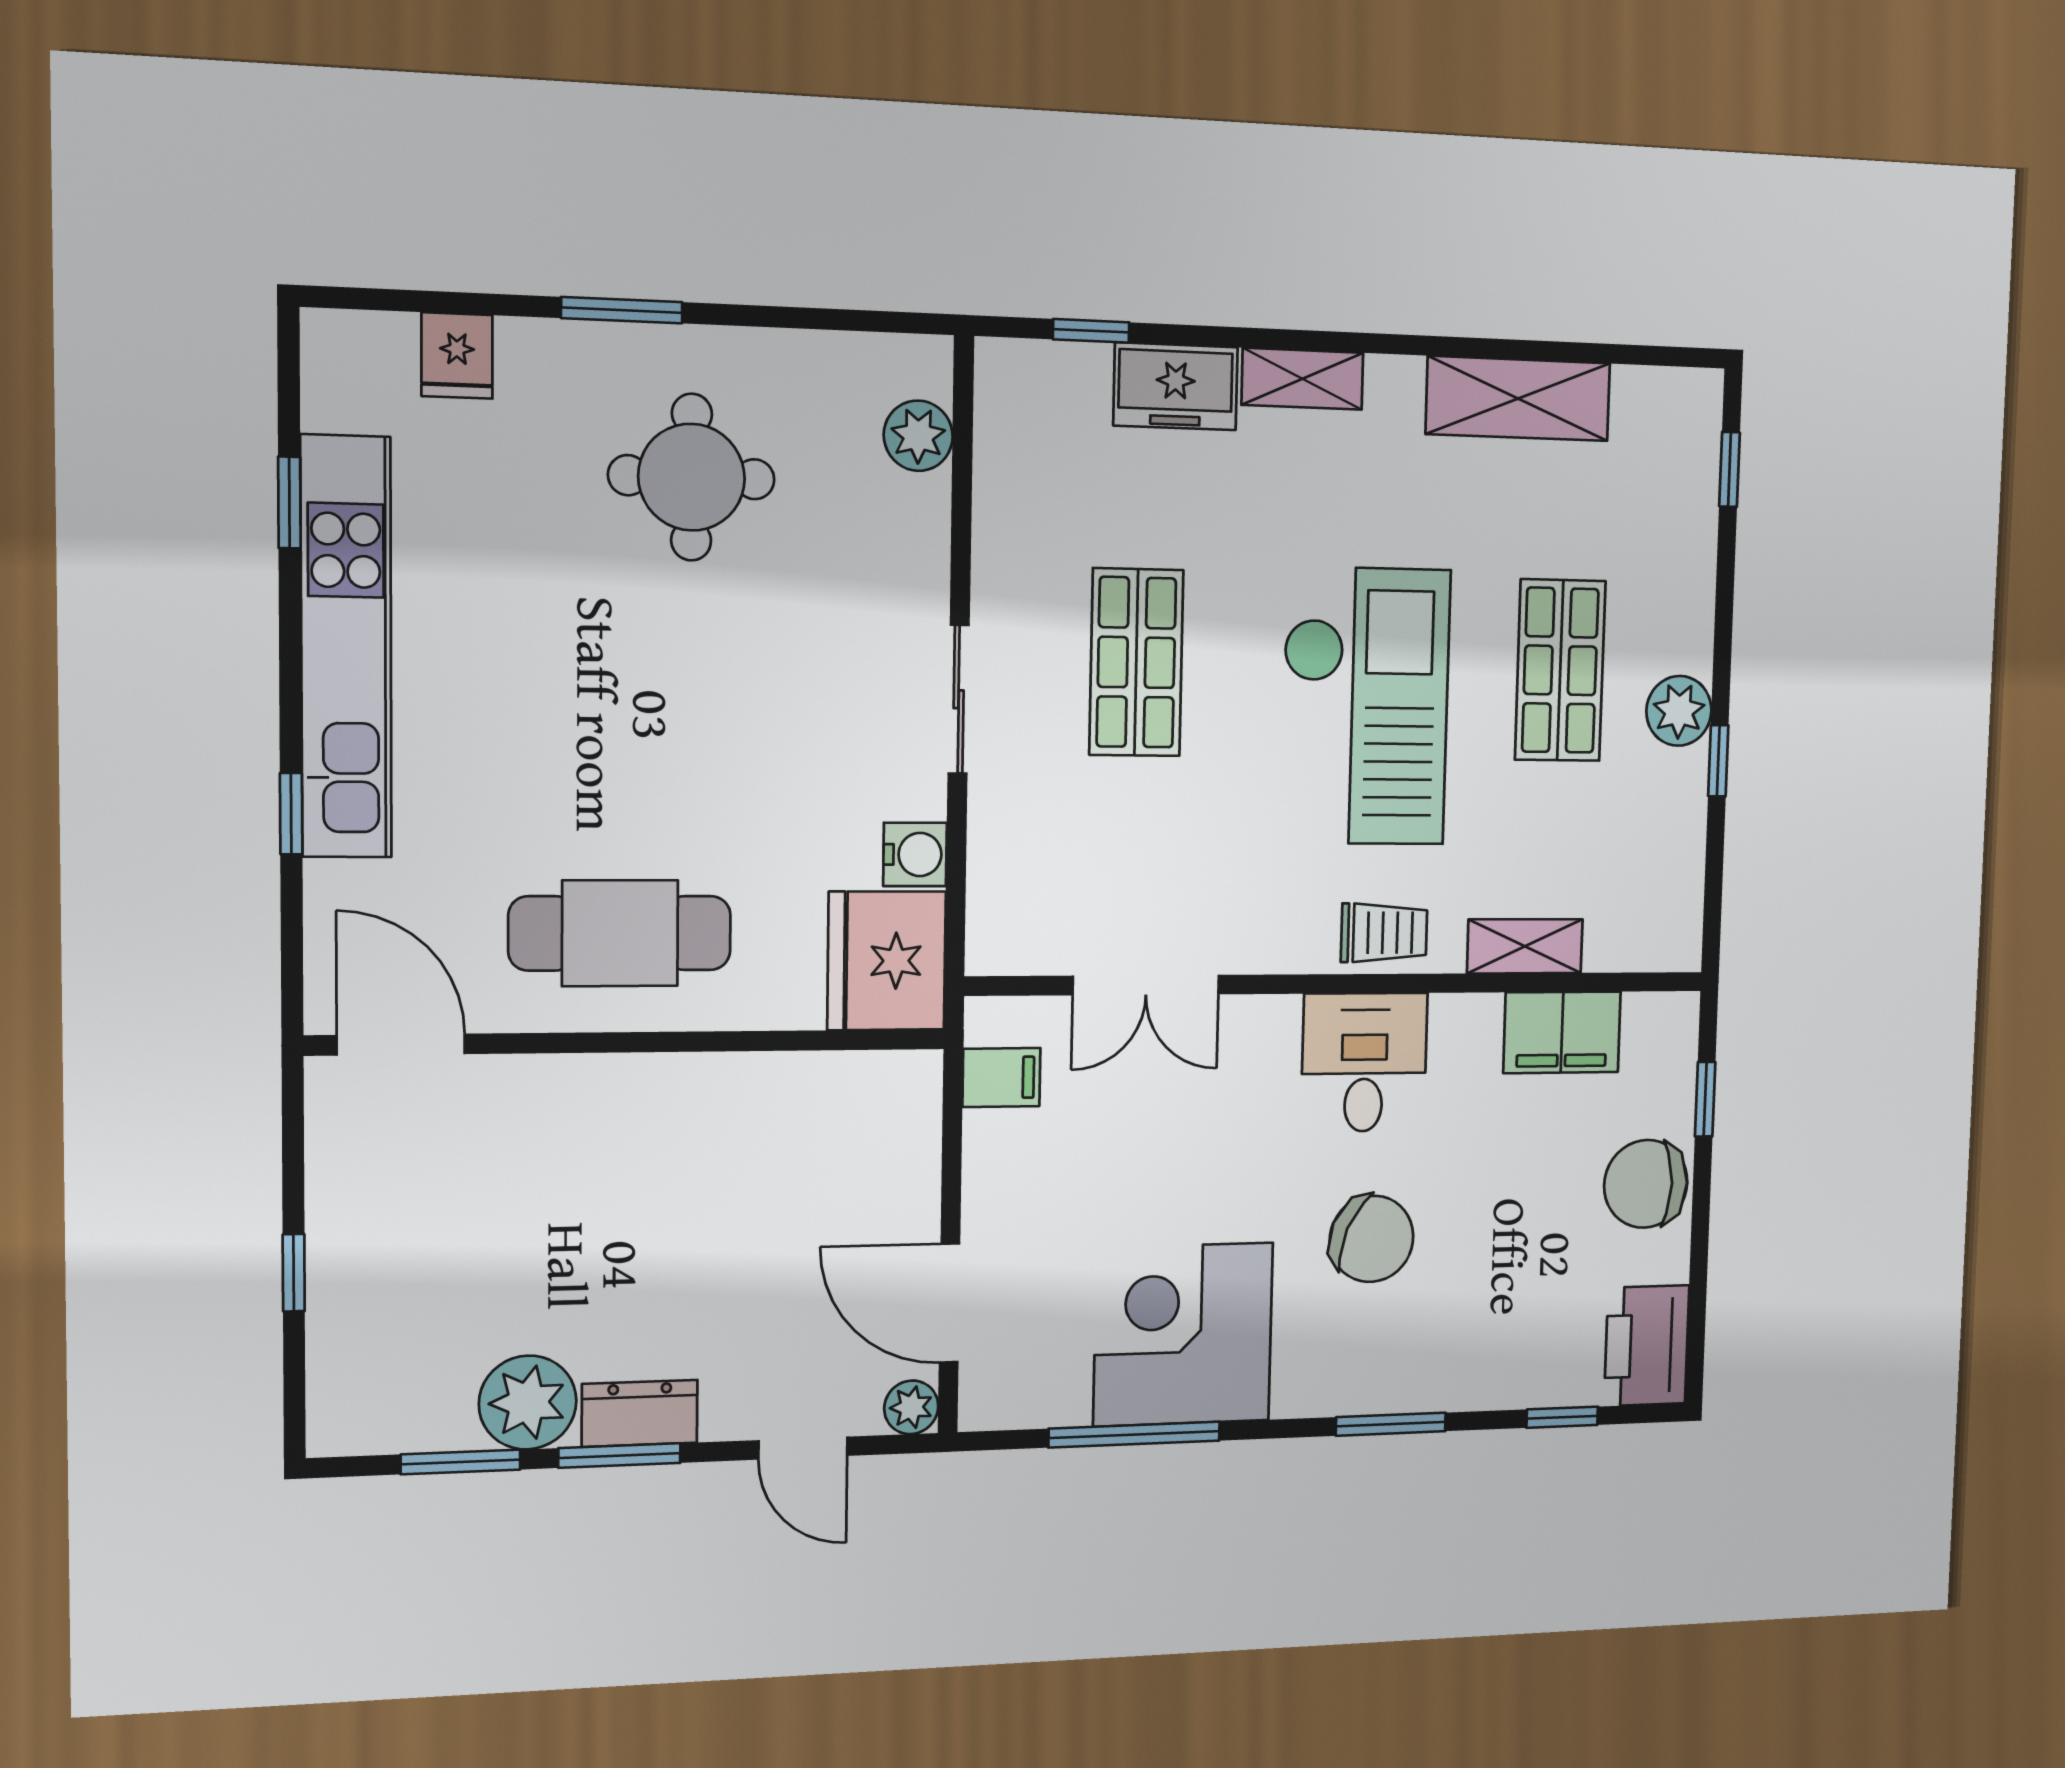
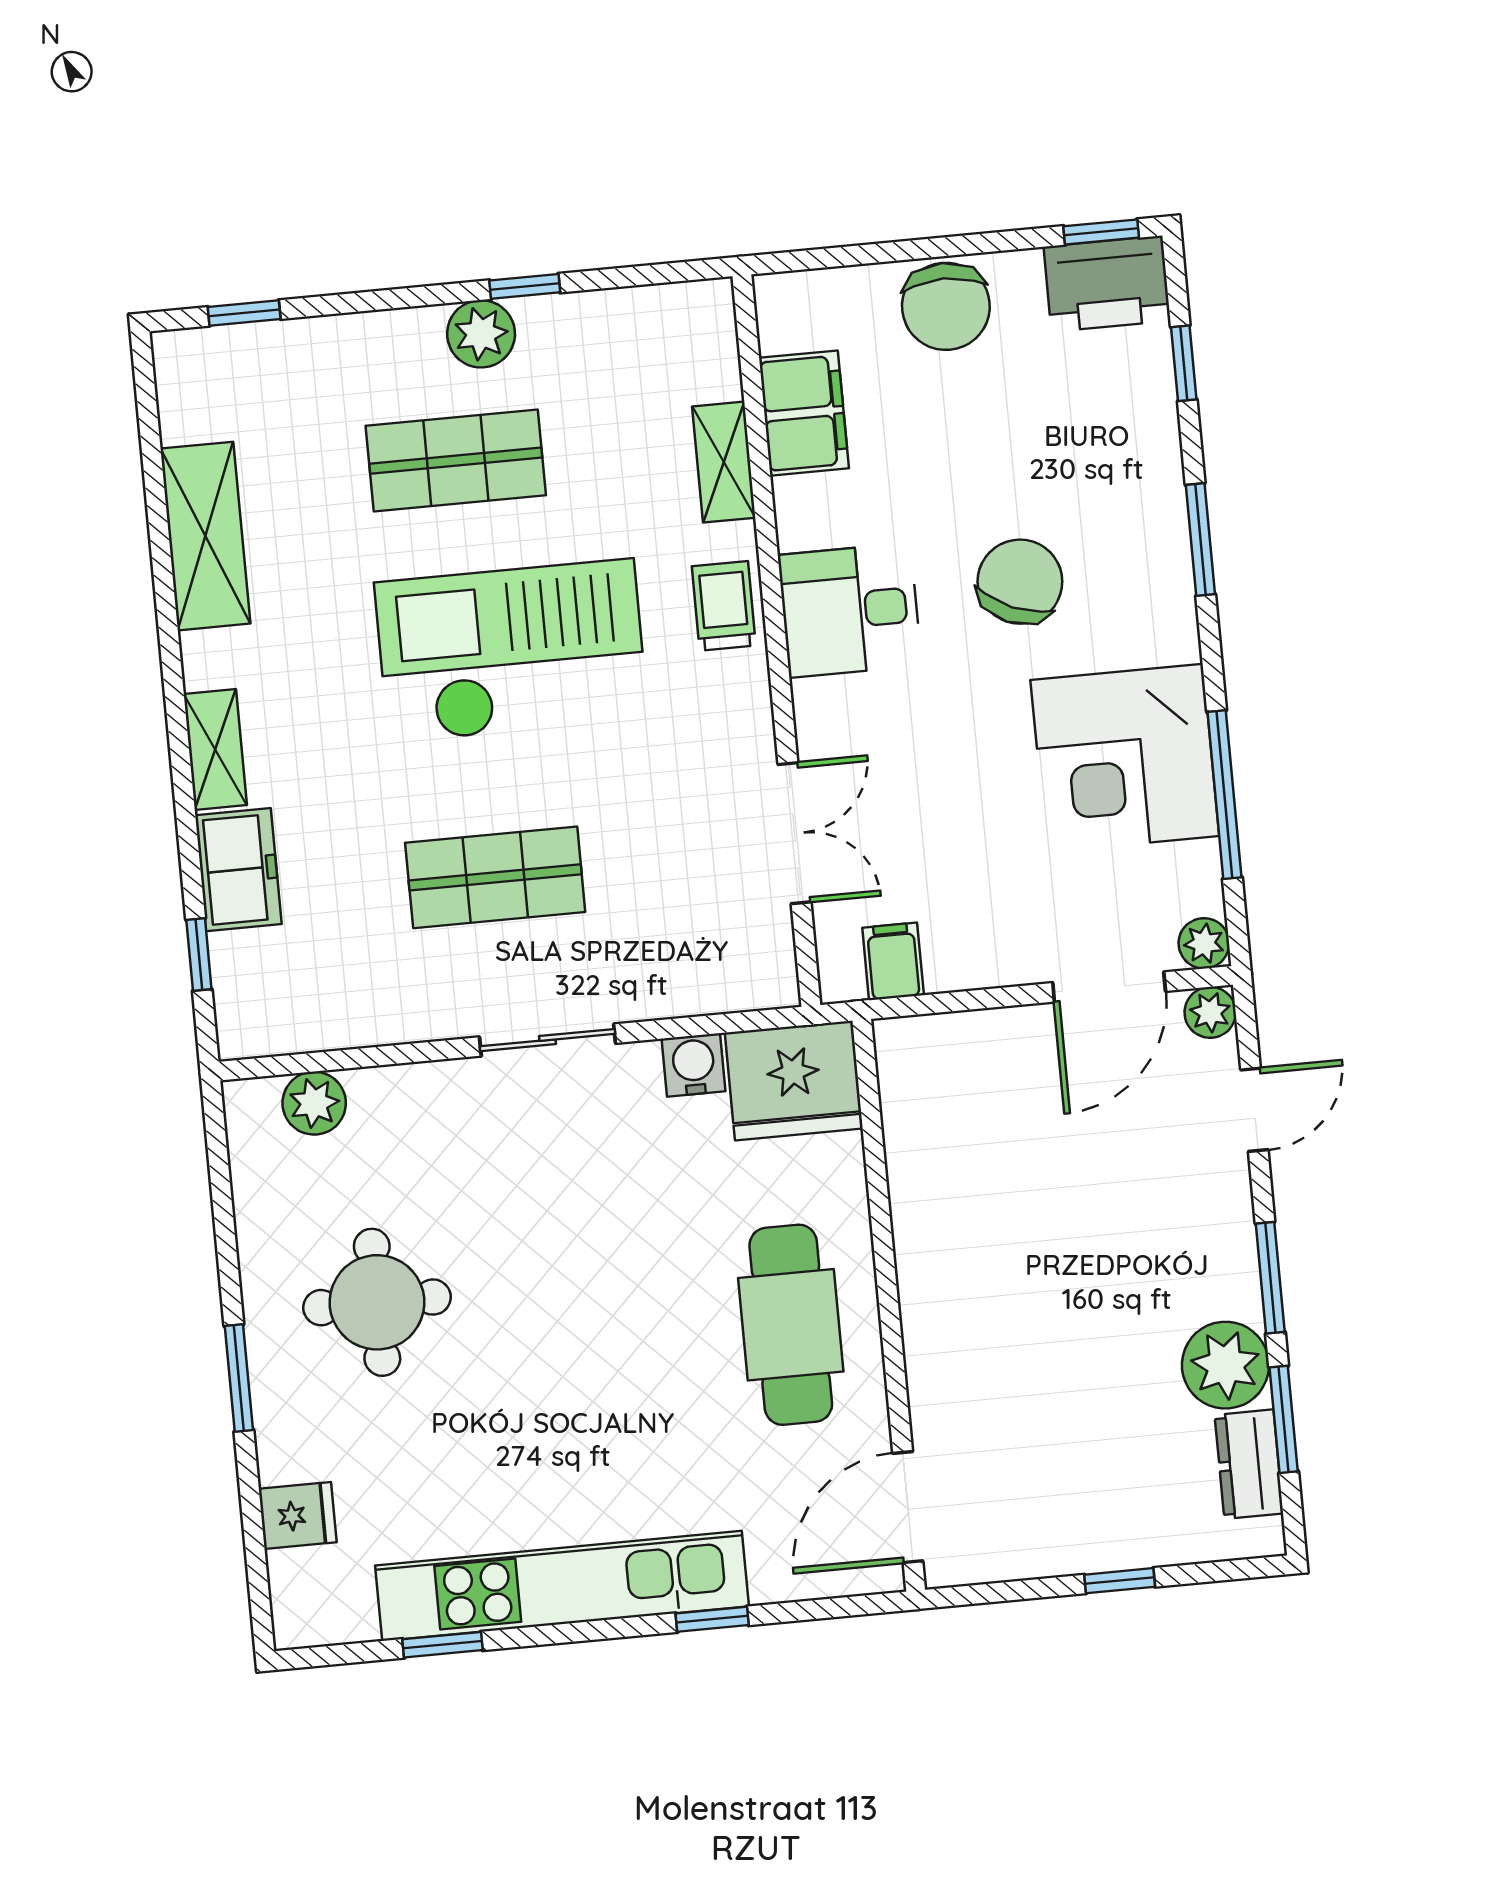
window: (1705, 1099) -> (1101, 232), moved
plant: (984, 1405) -> (1204, 943), added
dresser: (640, 1413) -> (1249, 1464), moved

